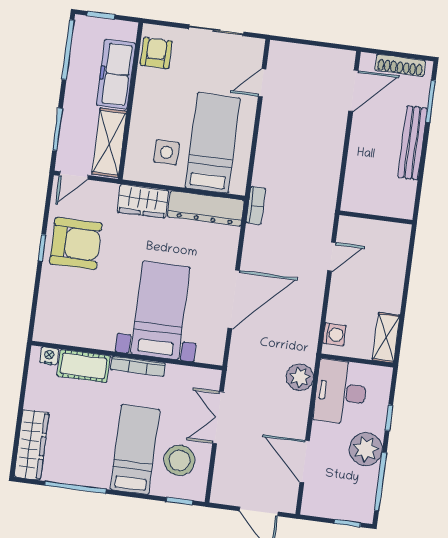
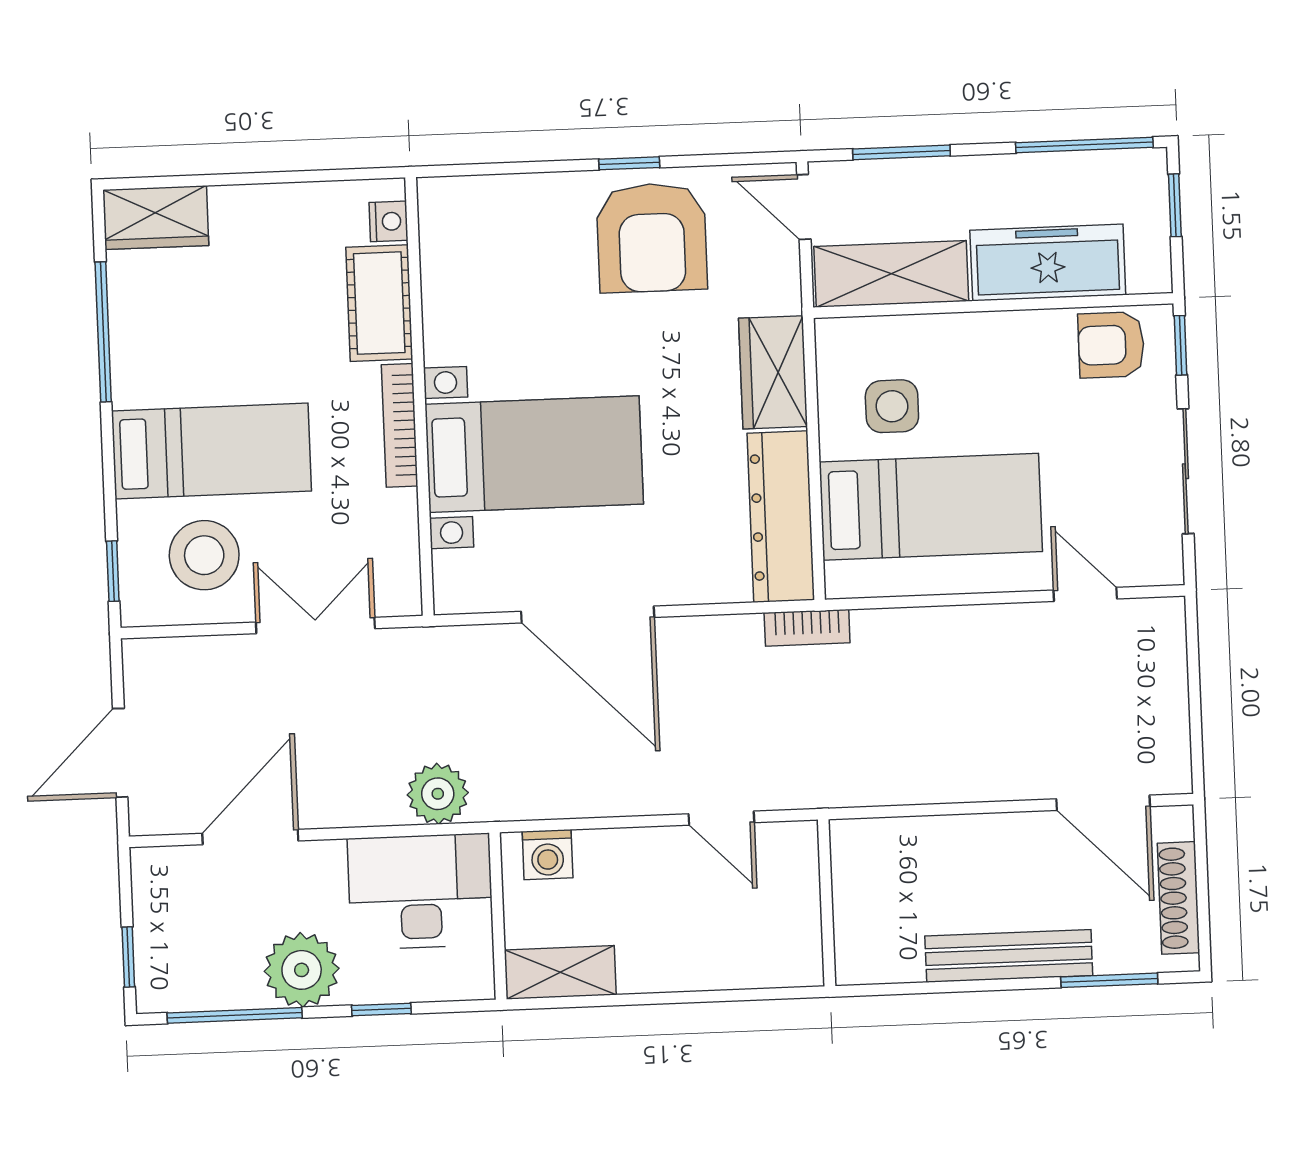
window: (162, 23) -> (1180, 345), added
armchair: (156, 53) -> (1111, 345), turned 180
wardrobe: (32, 445) -> (156, 218), width x0.67

